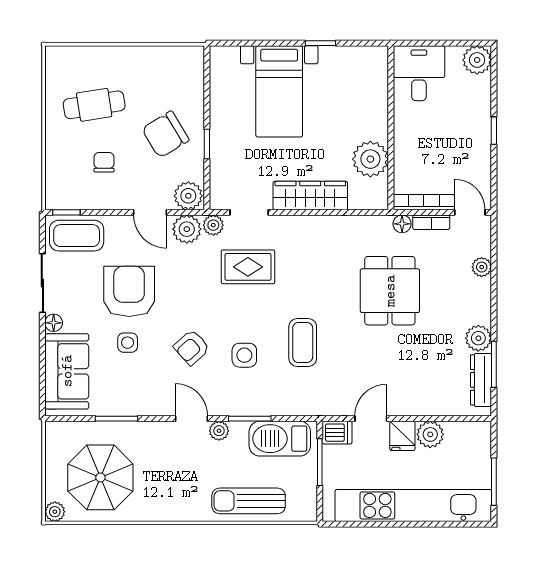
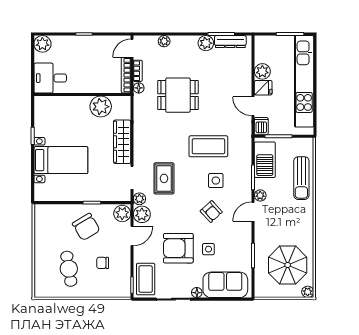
coffee table: (303, 343) -> (208, 146), width x1.36, depth x1.32

